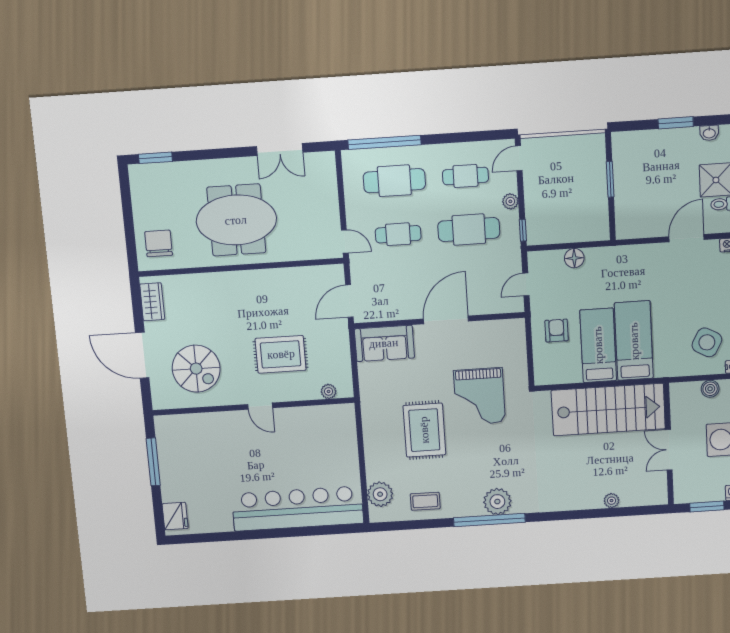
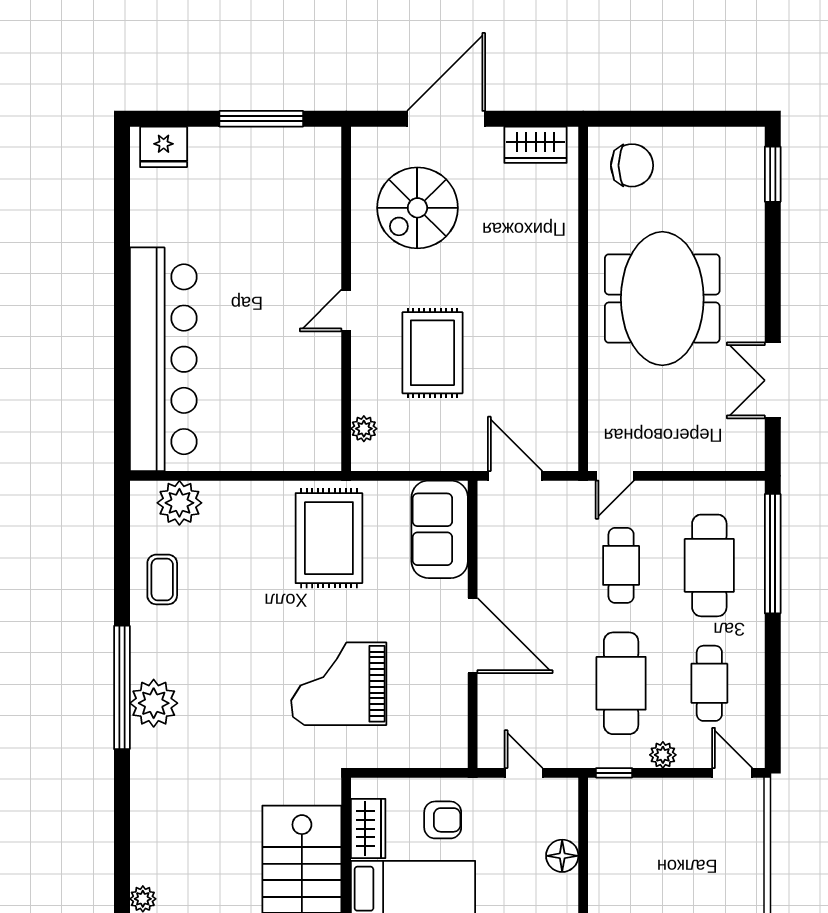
wardrobe: (564, 374) -> (368, 829), added
rug: (424, 430) -> (329, 538), moved, turned 90

